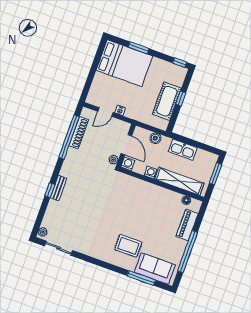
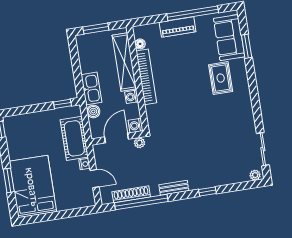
window: (181, 98) -> (62, 104), moved
cot: (167, 101) -> (74, 138), moved, turned 90
kitchen sink: (183, 150) -> (91, 88), moved
bench: (59, 188) -> (174, 188), moved
bookcase: (159, 192) -> (146, 77), added
piano: (187, 225) -> (178, 27), moved
window: (141, 278) -> (247, 46), width x0.69

